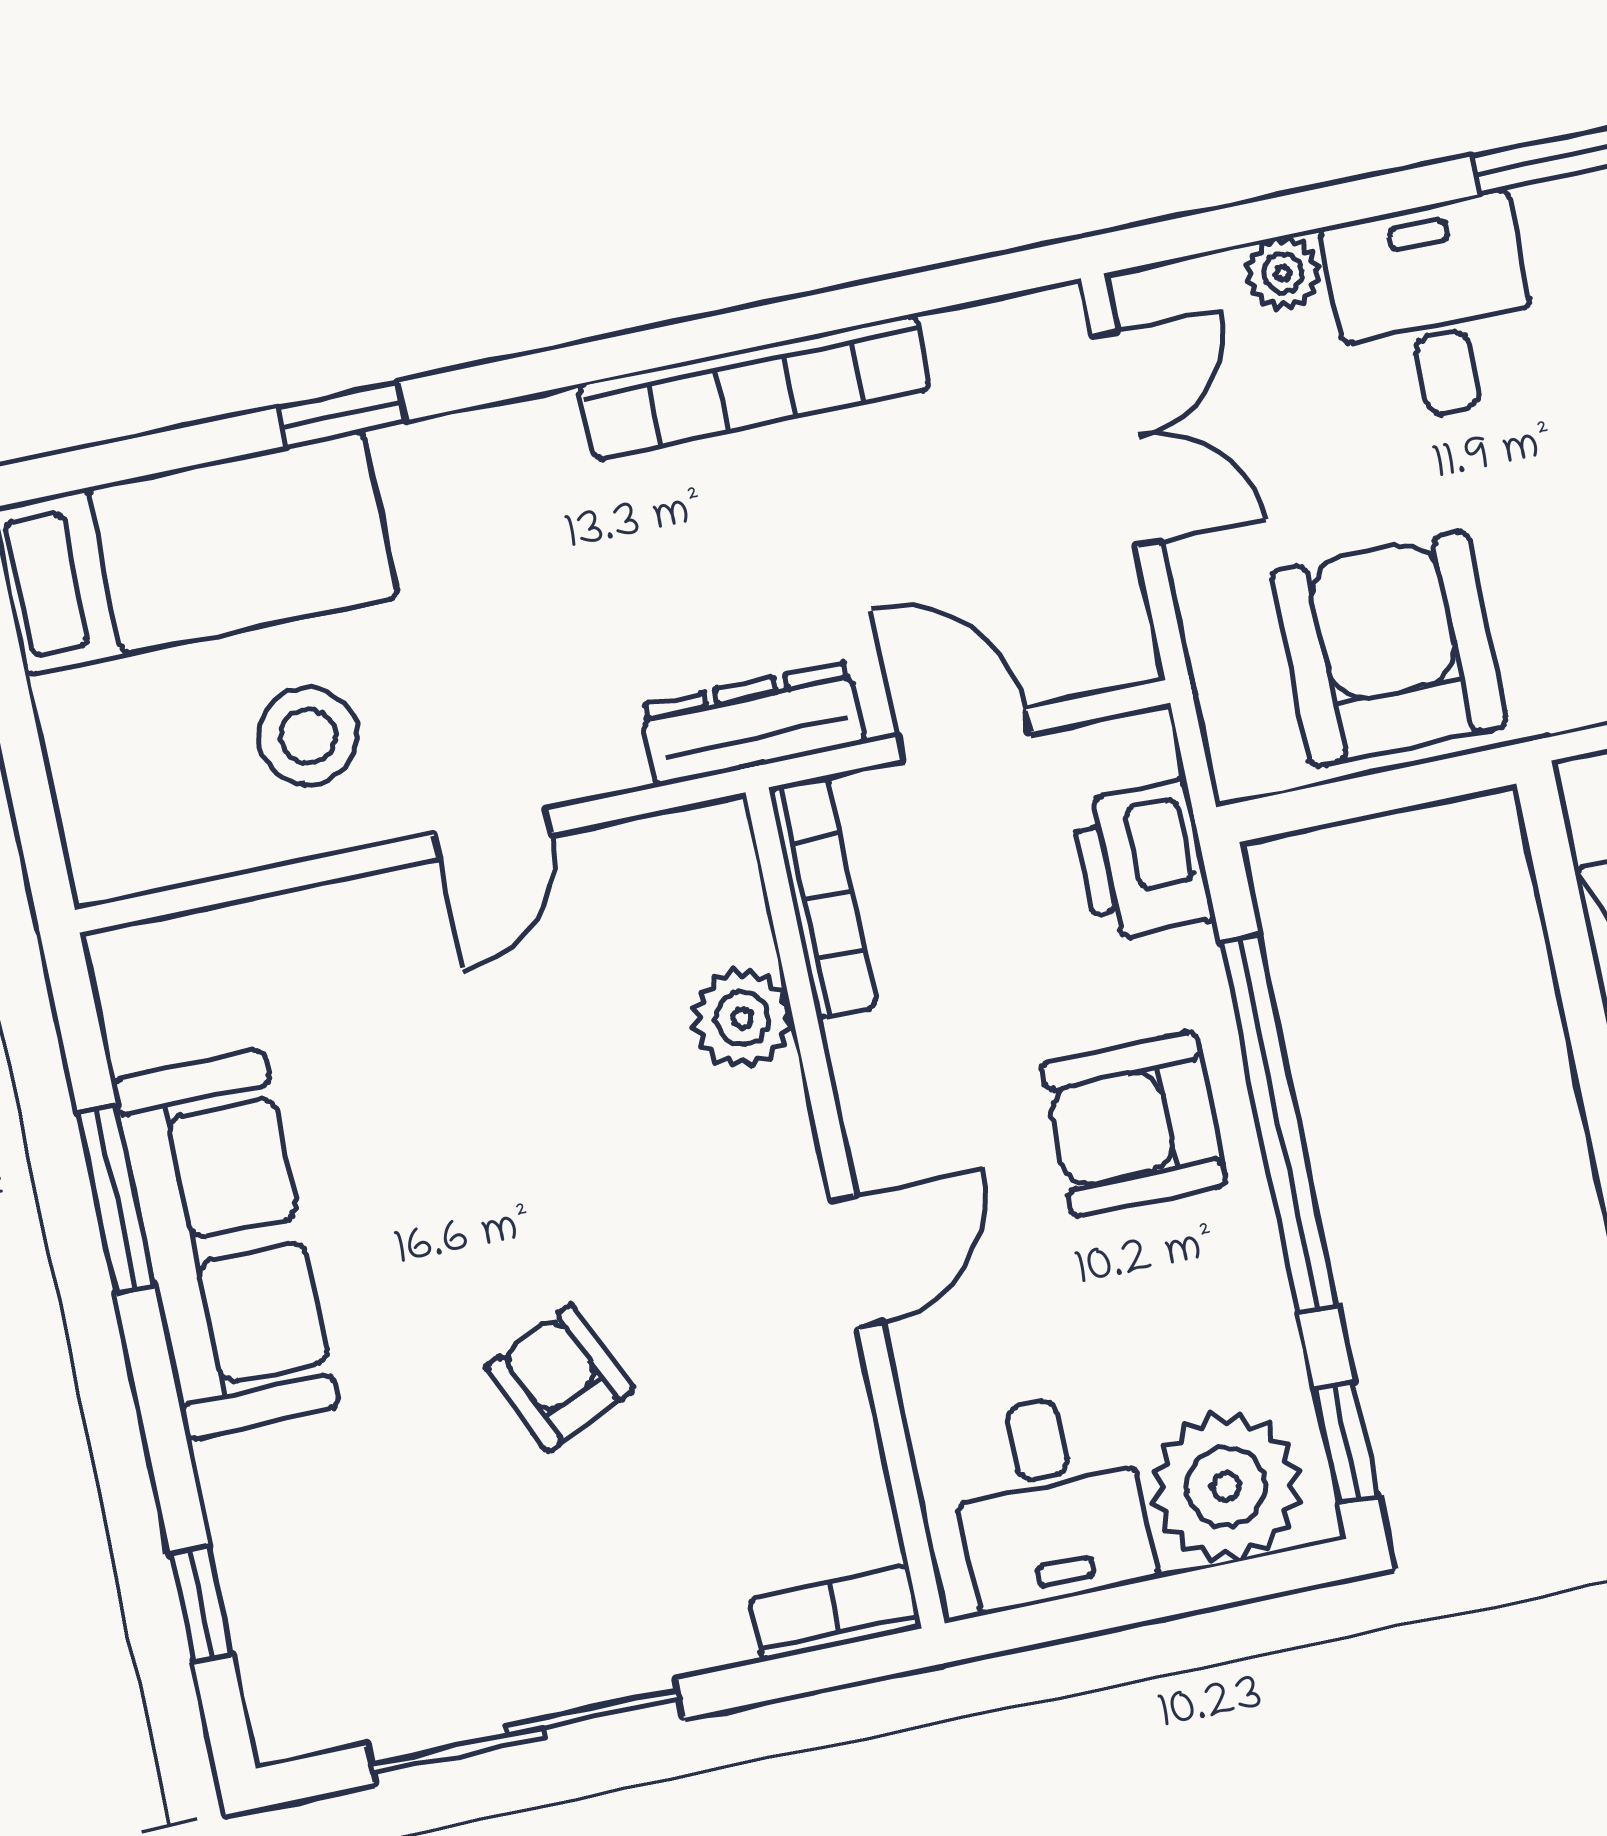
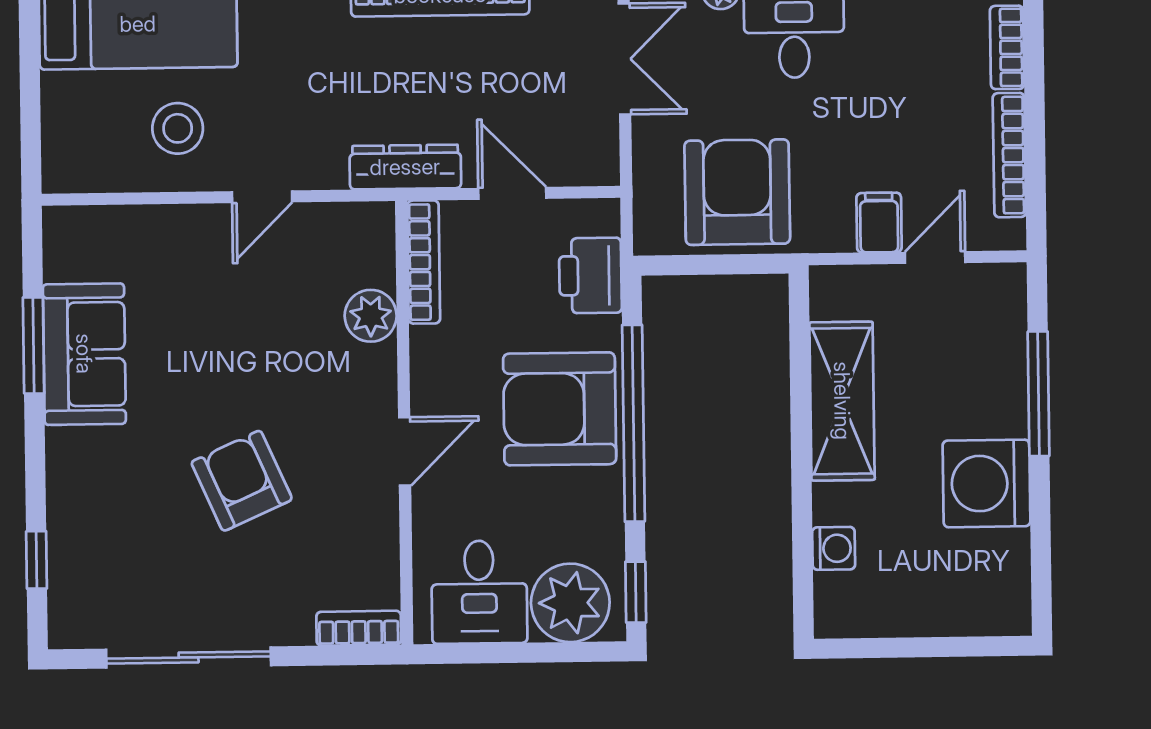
armchair: (1134, 1124) -> (560, 409), width x1.36, depth x1.36
sofa: (225, 1245) -> (84, 354), width x0.73
armchair: (560, 1378) -> (242, 481), width x1.38, depth x1.38

